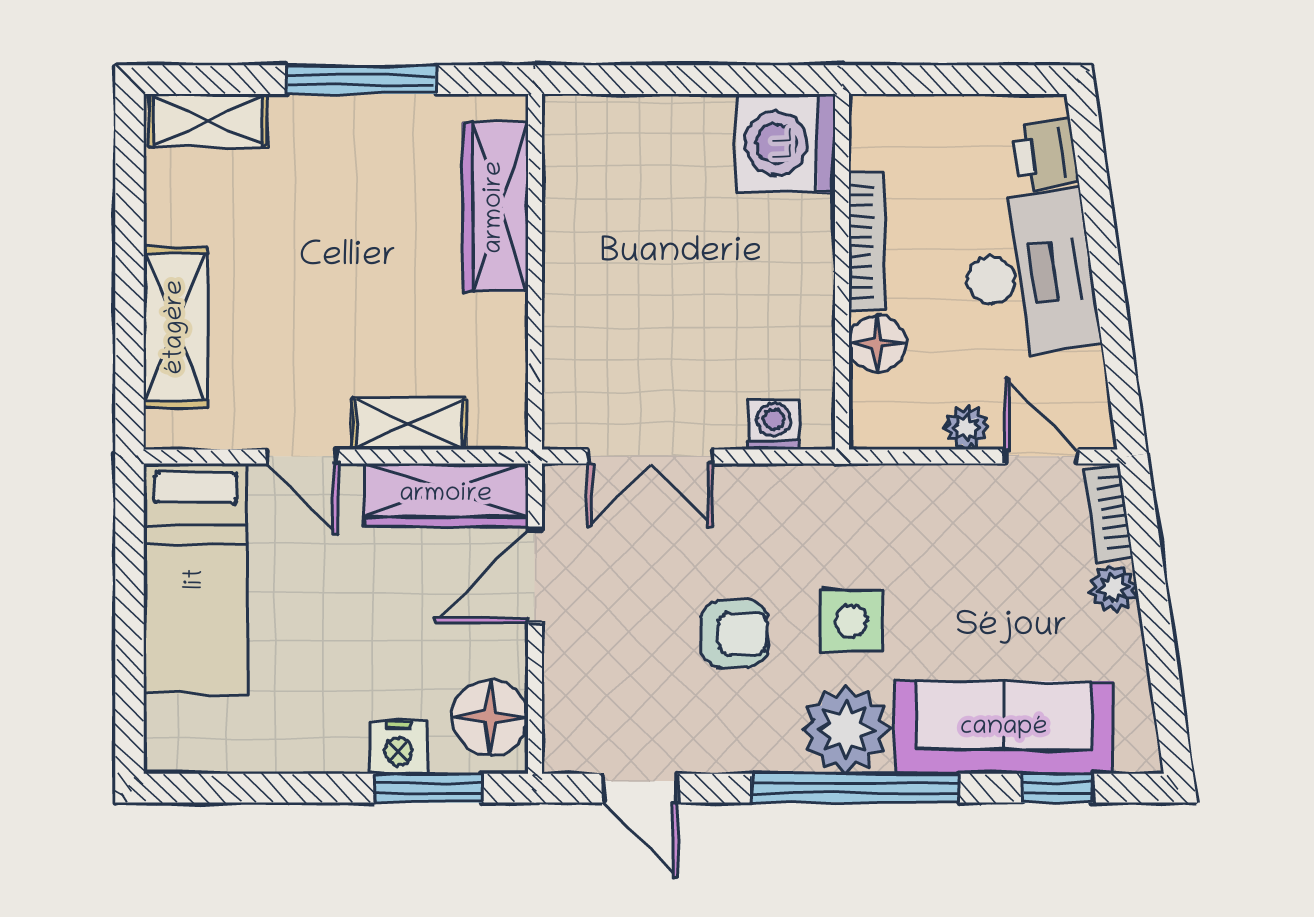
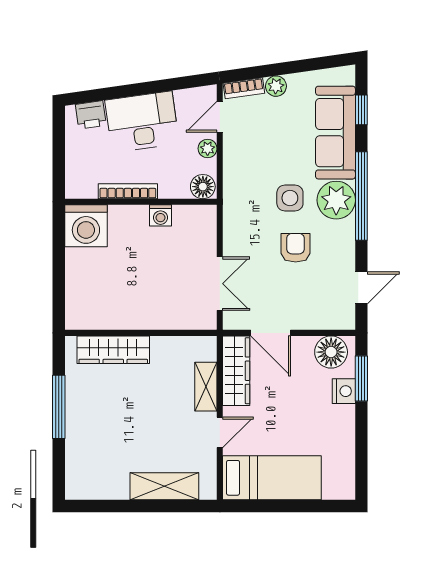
shelving: (208, 120) -> (76, 472), removed
floor lamp: (878, 344) -> (203, 187), moved
washing machine: (774, 424) -> (160, 215), moved, turned -90

